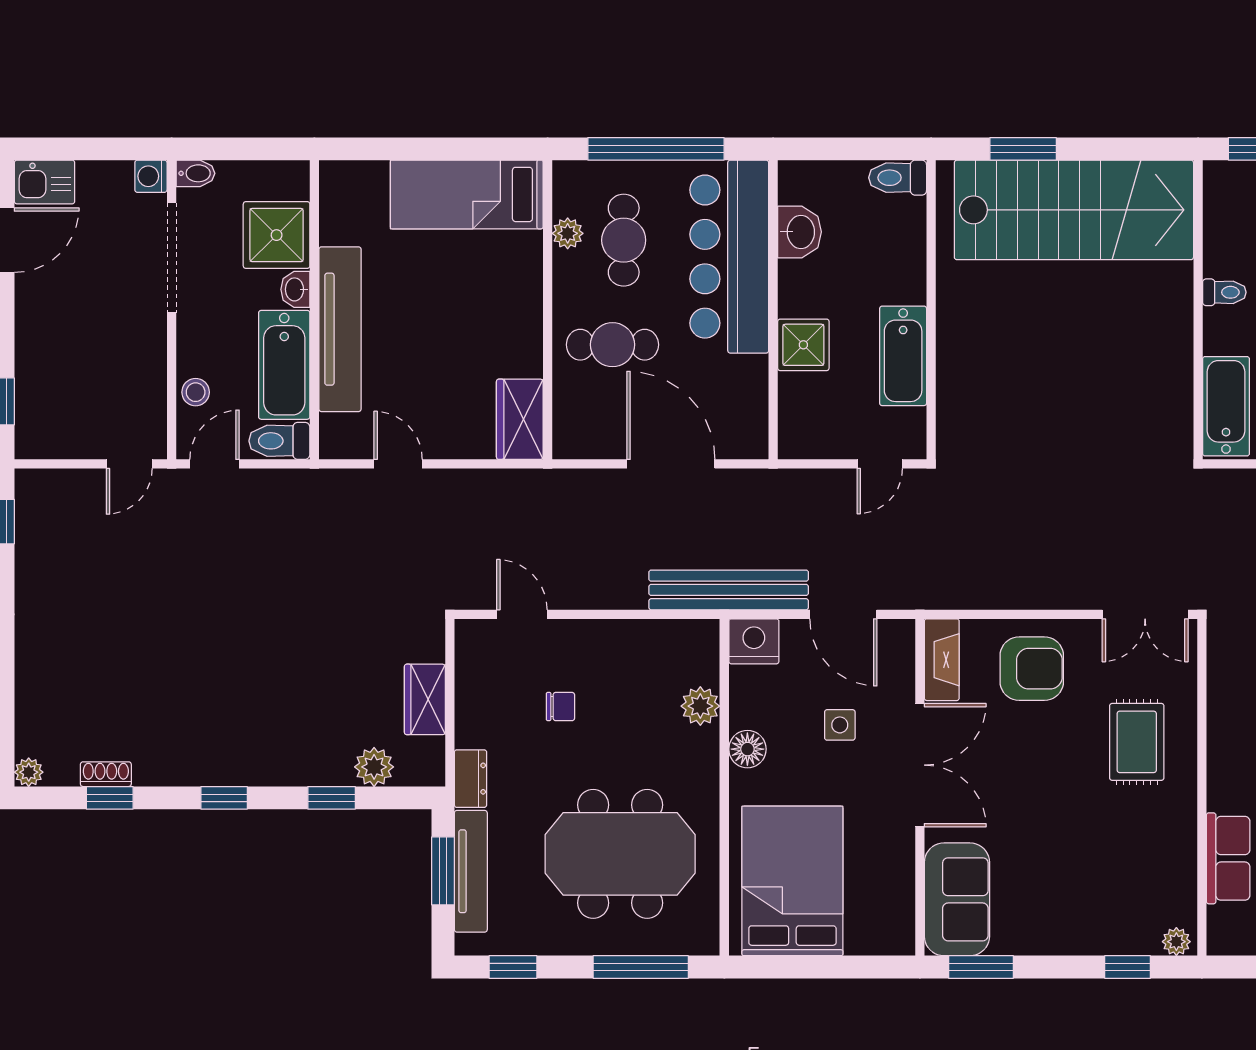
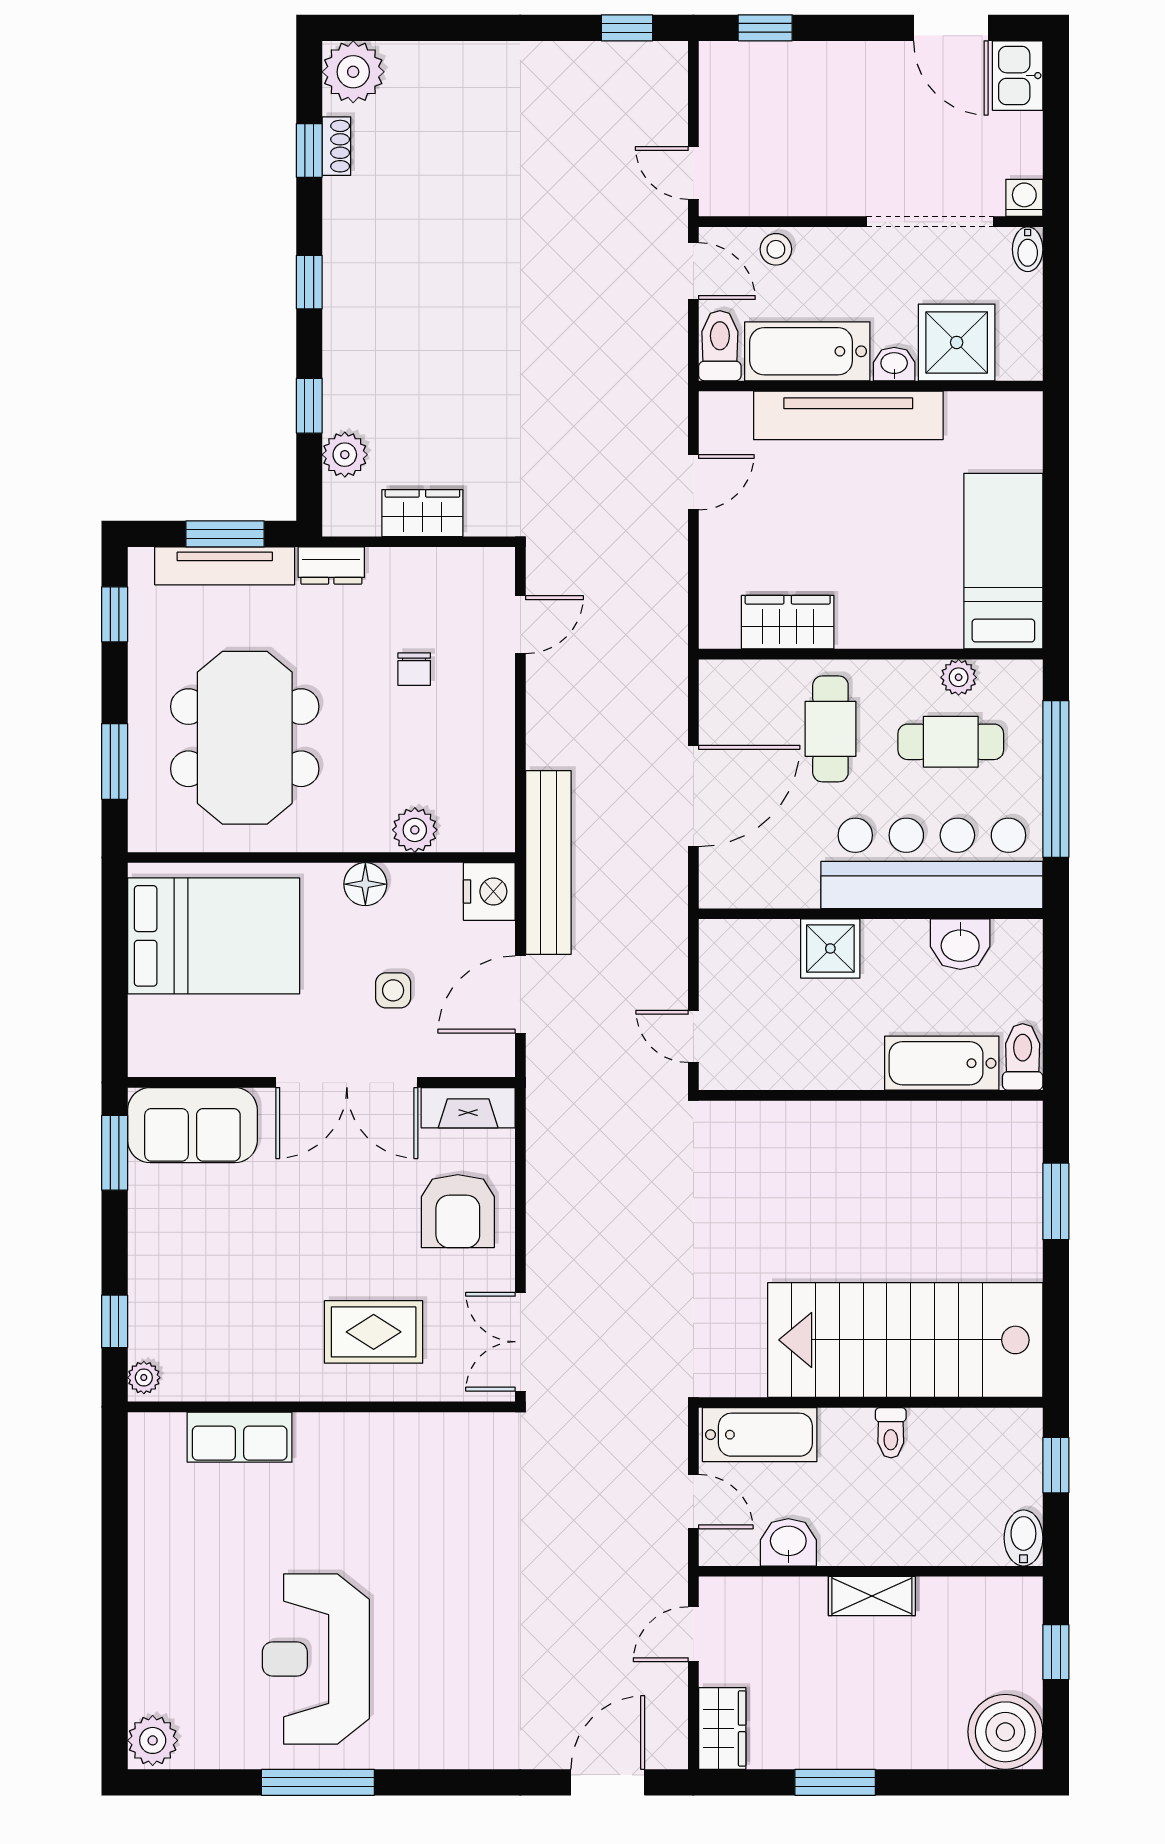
stairs: (1074, 210) -> (905, 1340), moved, turned 90
bathtub: (903, 356) -> (942, 1063), moved
wardrobe: (520, 419) -> (788, 622), moved
plant: (29, 772) -> (353, 72), width x1.87, depth x1.87
window: (641, 967) -> (115, 761), width x0.69

